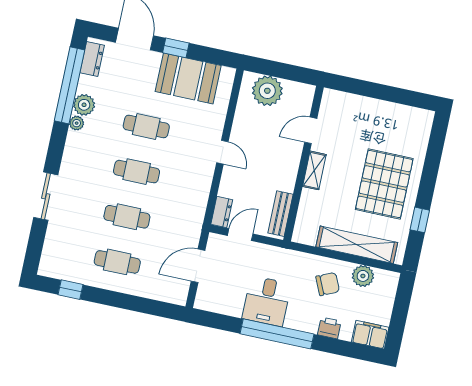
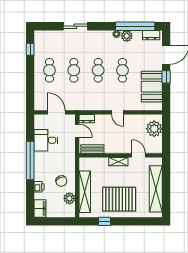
shelving: (380, 112) -> (156, 189), added
door: (222, 152) -> (118, 112), hinge flipped
desk: (267, 301) -> (46, 140), moved

